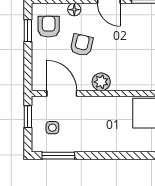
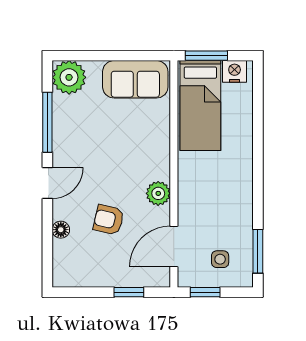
armchair: (49, 27) -> (84, 264), removed
window: (28, 31) -> (129, 292), moved

